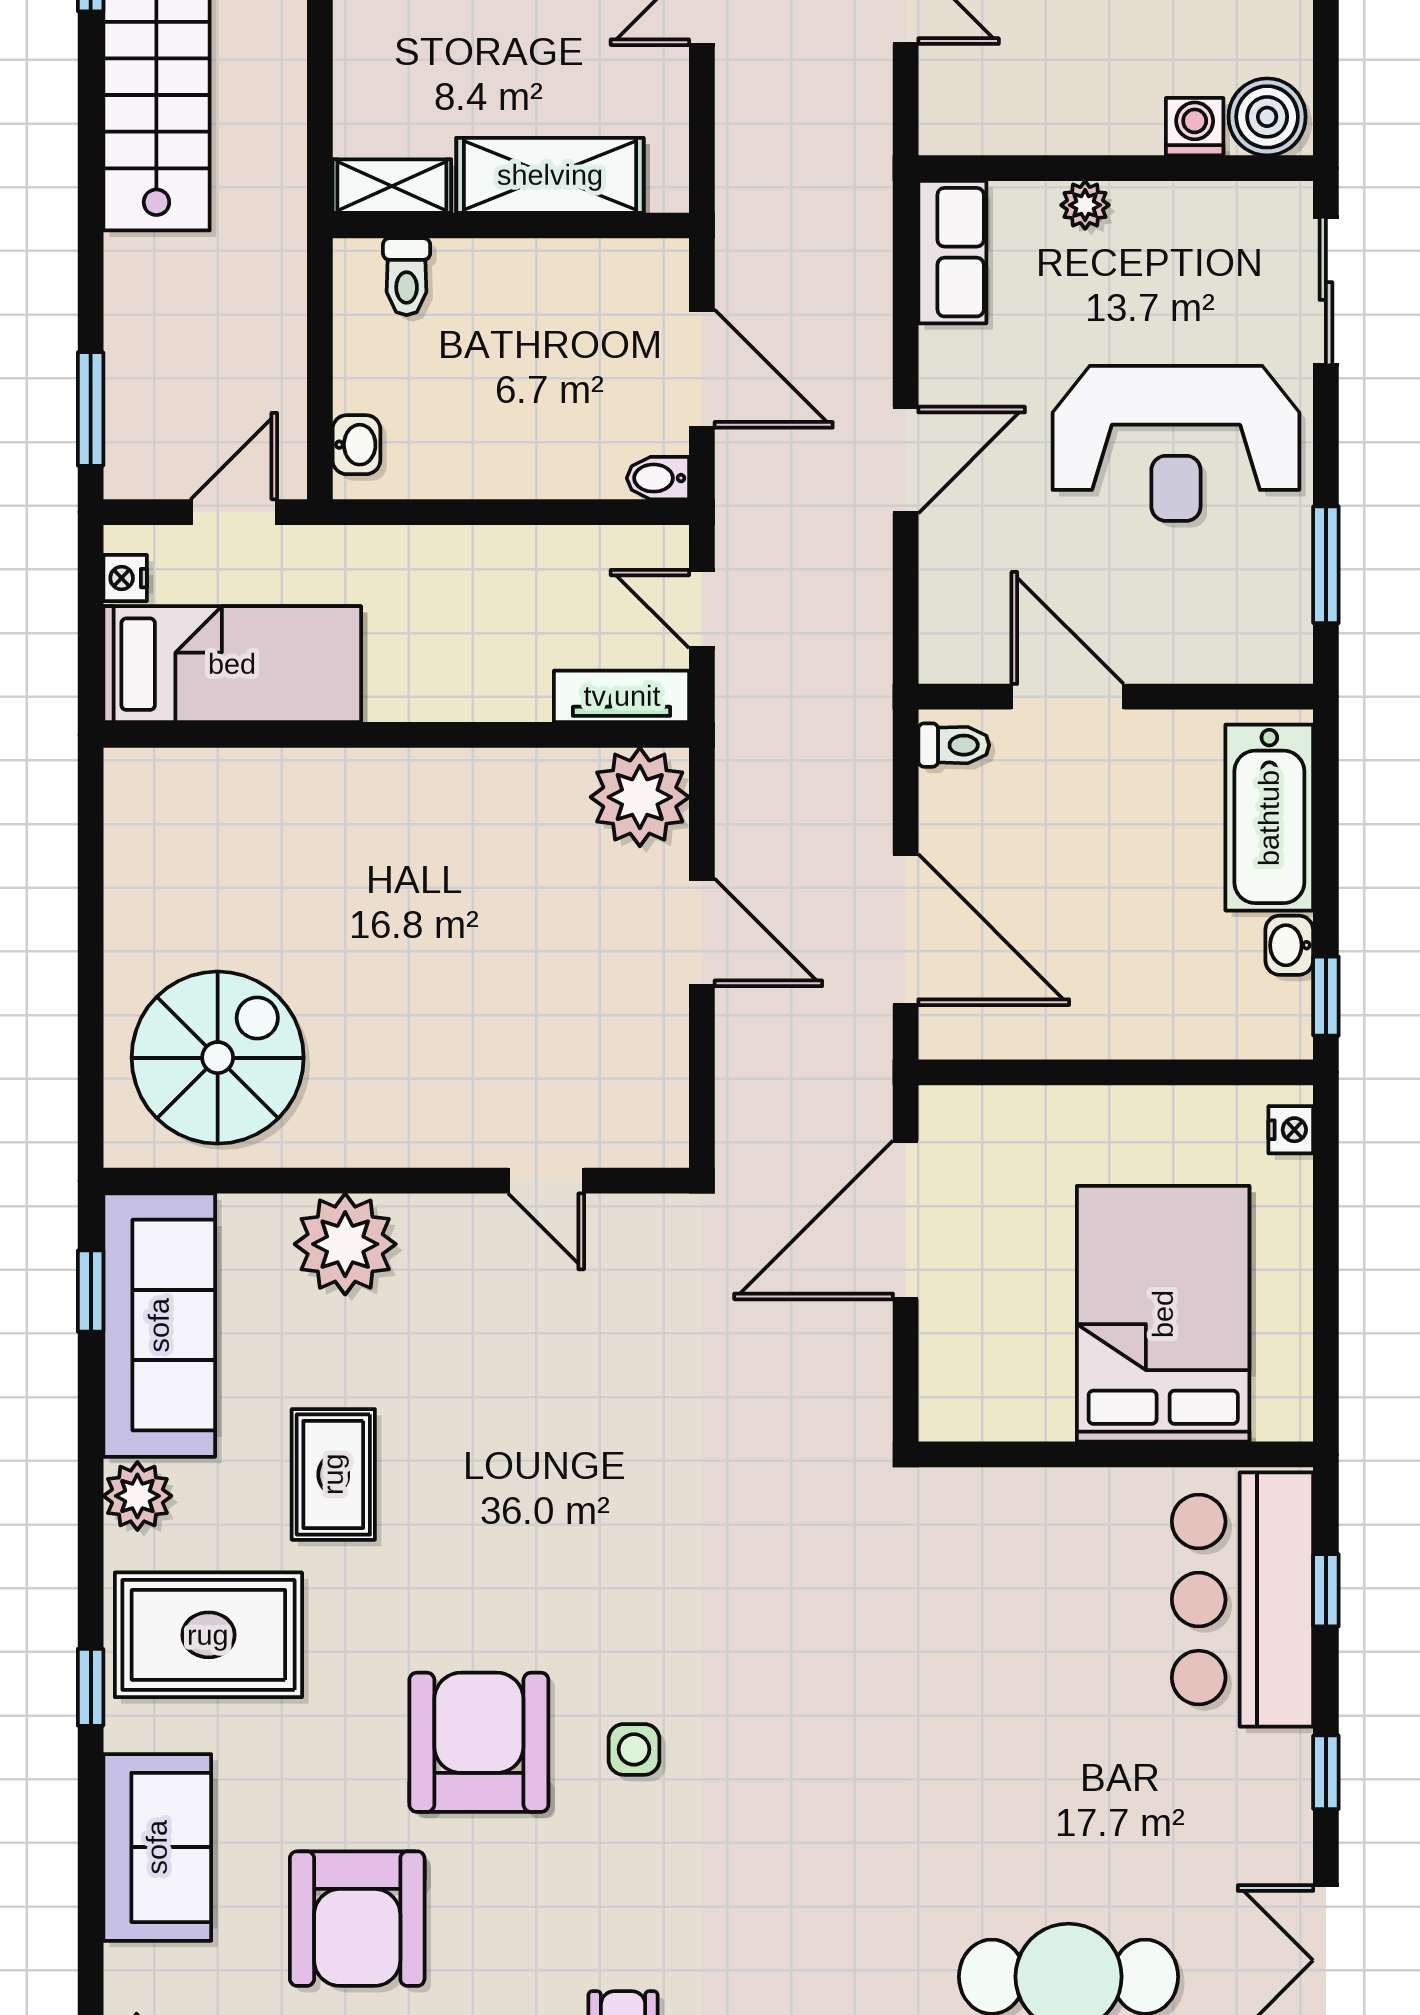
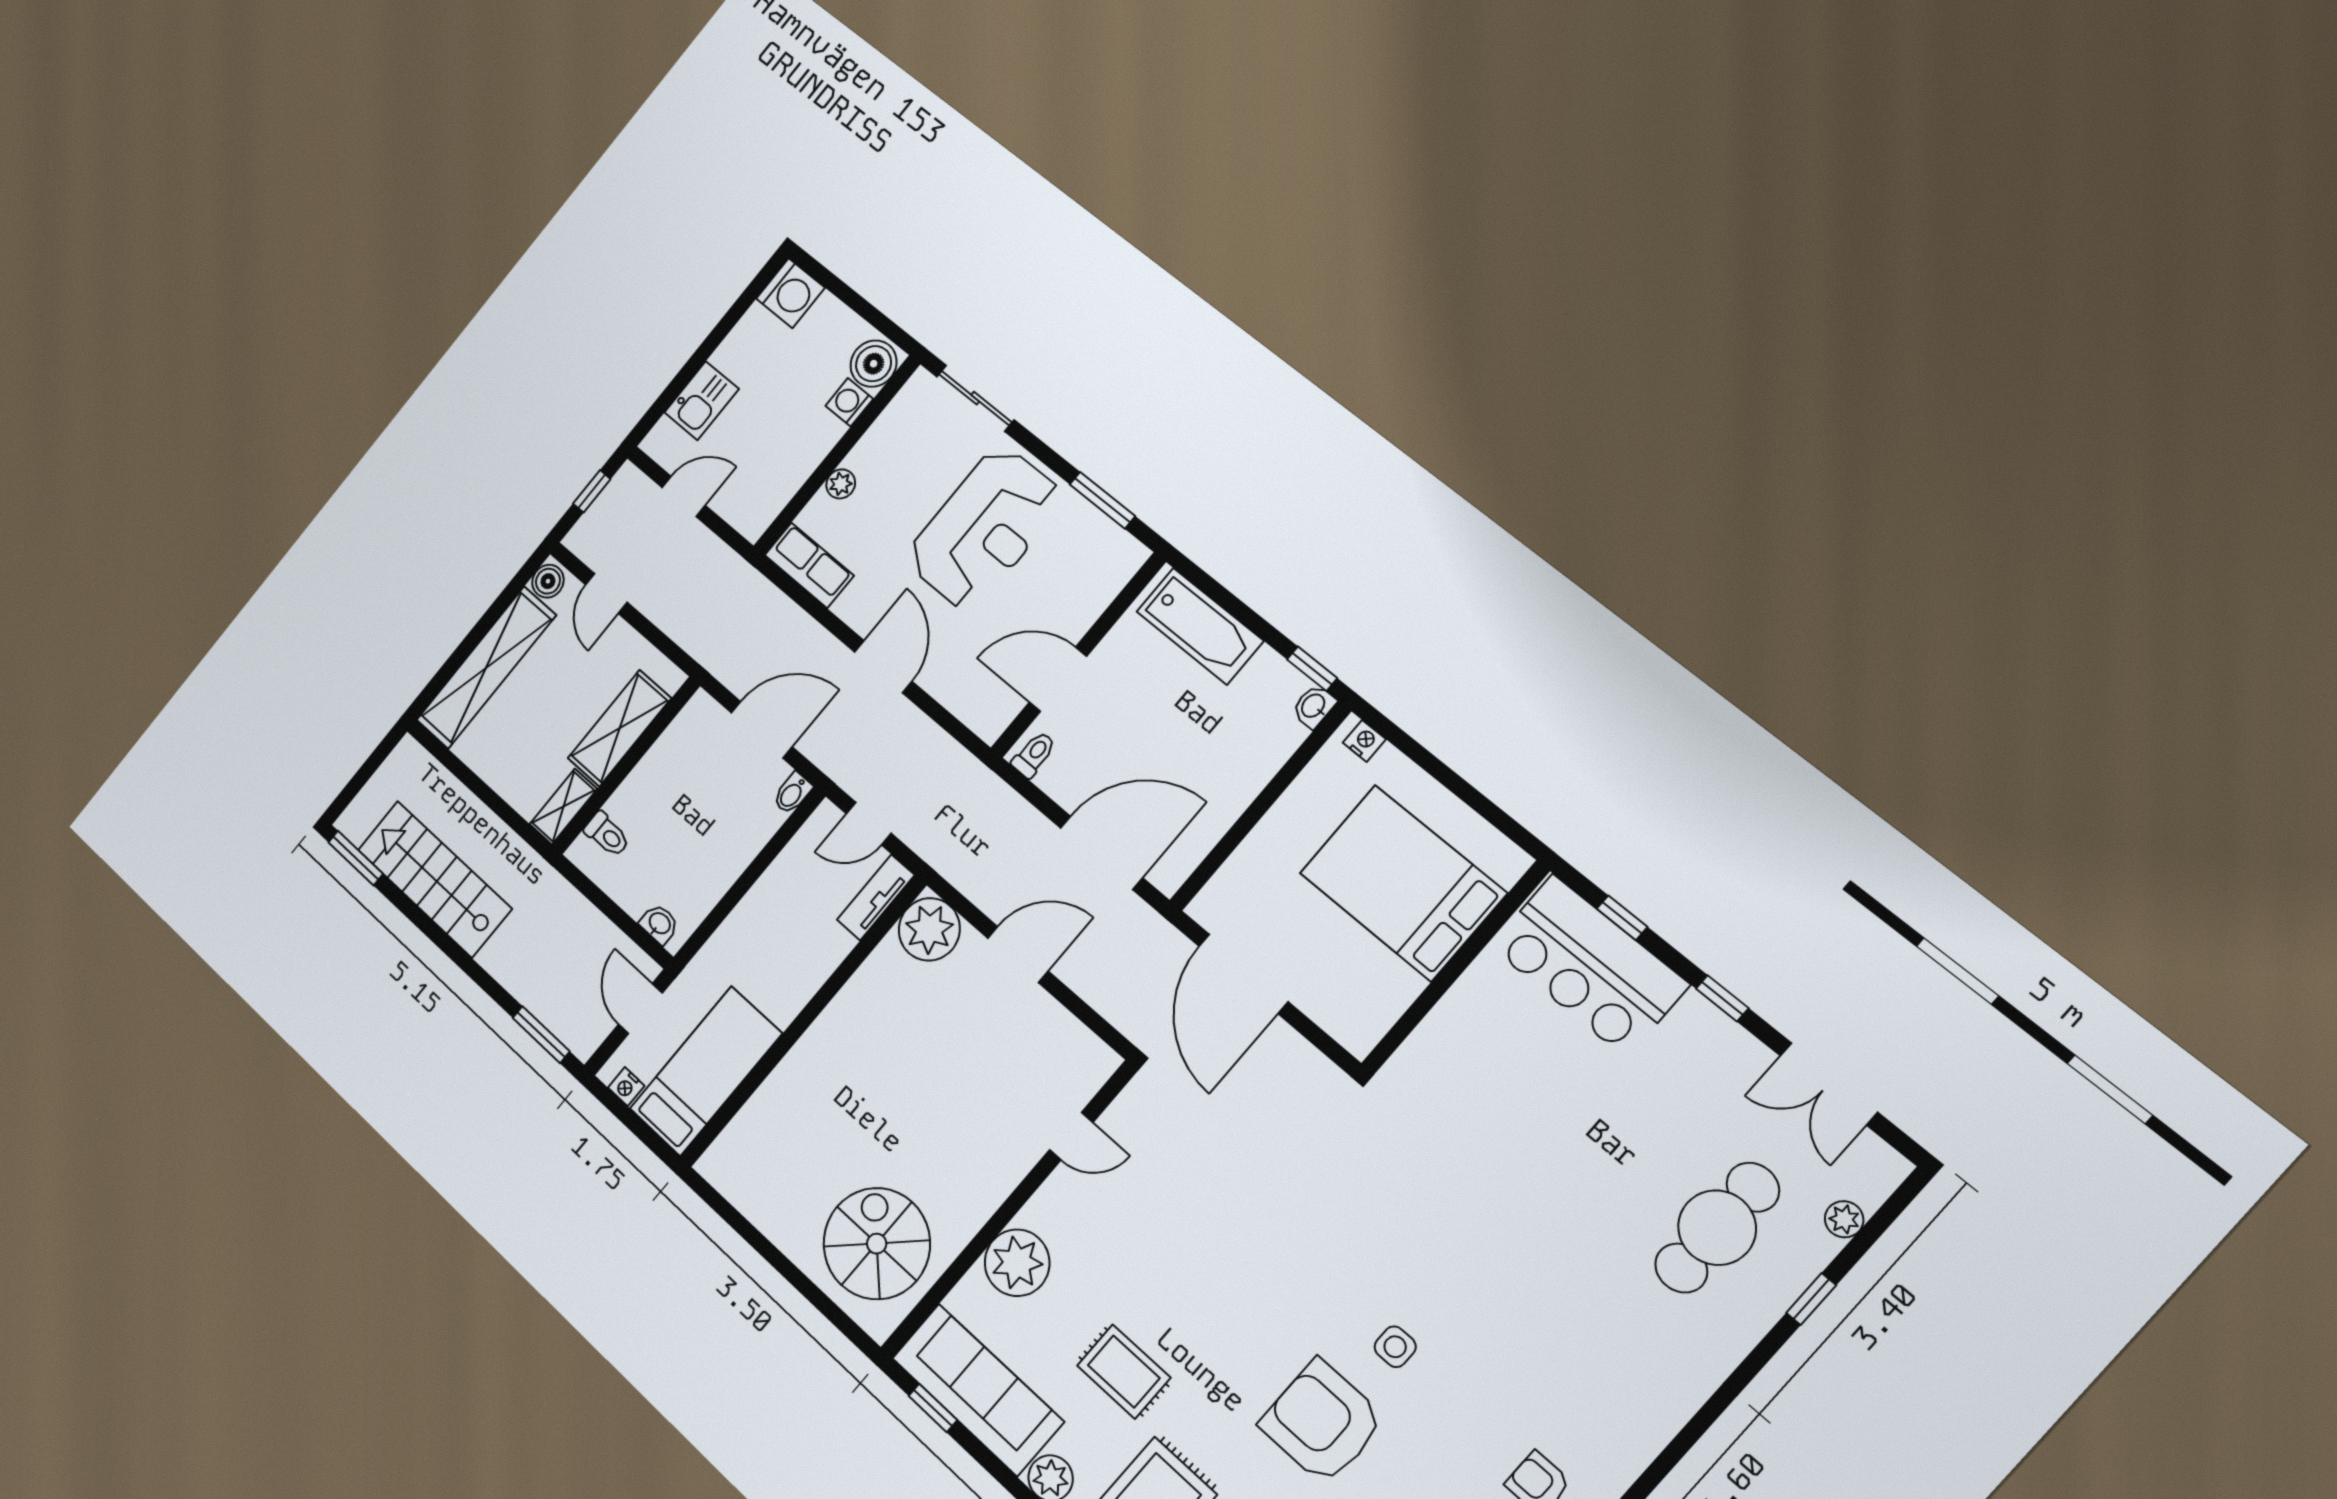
washbasin: (1289, 945) -> (1314, 706), moved, turned 90

